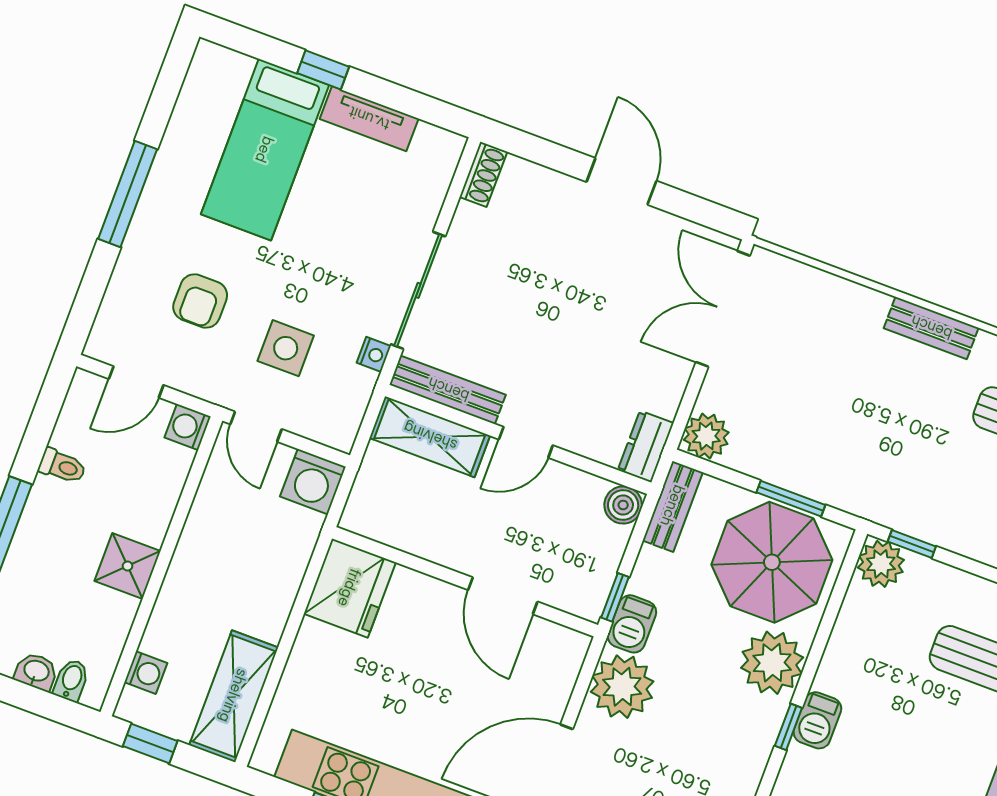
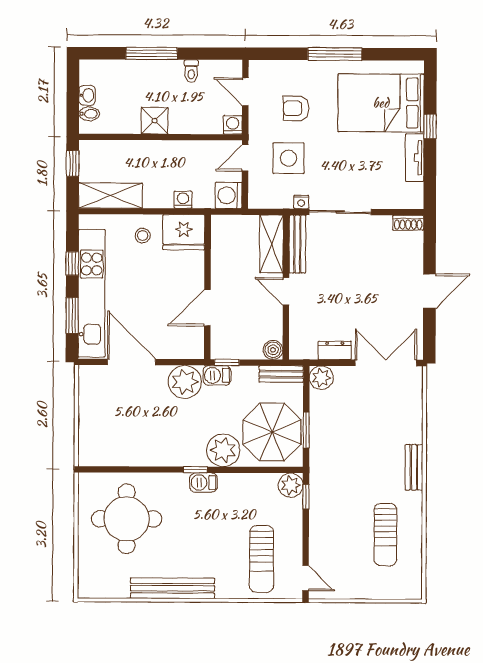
bed: (265, 150) -> (381, 103), width x1.50
side table: (286, 348) -> (288, 158), width x1.37, depth x1.37
dresser: (646, 447) -> (335, 350), moved
stool: (328, 665) -> (143, 236), added
washing machine: (146, 673) -> (183, 200), moved, turned 180

